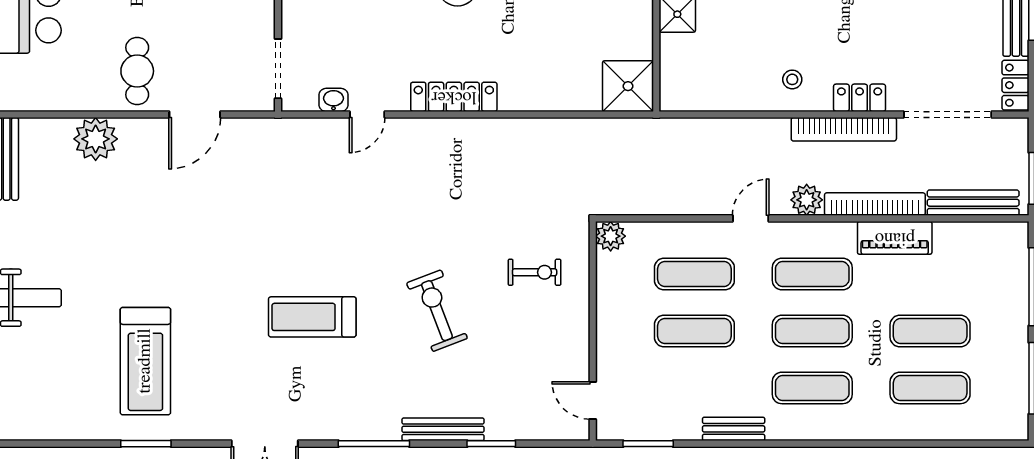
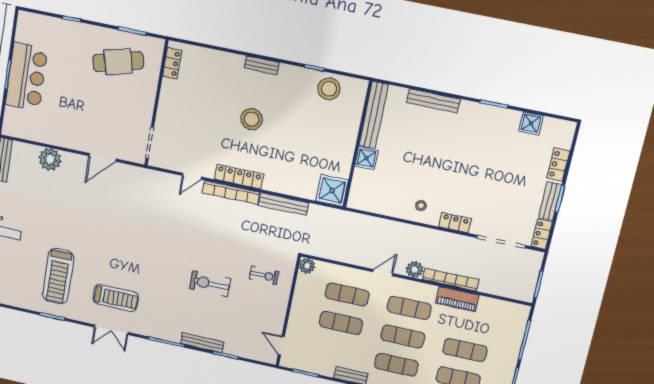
cafe table: (137, 71) -> (77, 129), removed
washbasin: (333, 100) -> (176, 165), removed
bookcase: (844, 129) -> (231, 192), moved
bench: (973, 203) -> (284, 204), moved
exercise bike: (437, 311) -> (210, 284), turned -69
treadmill: (312, 317) -> (116, 298), moved, turned 180

